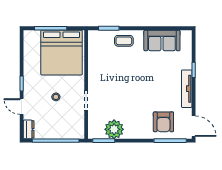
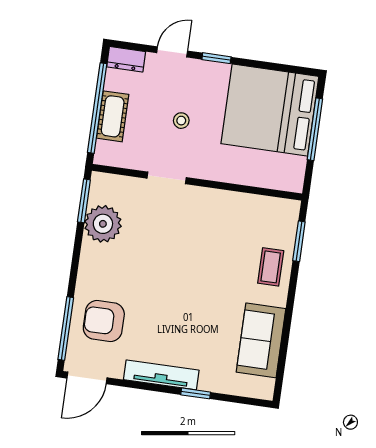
bed: (62, 53) -> (270, 110), moved
cot: (59, 132) -> (113, 116), added

